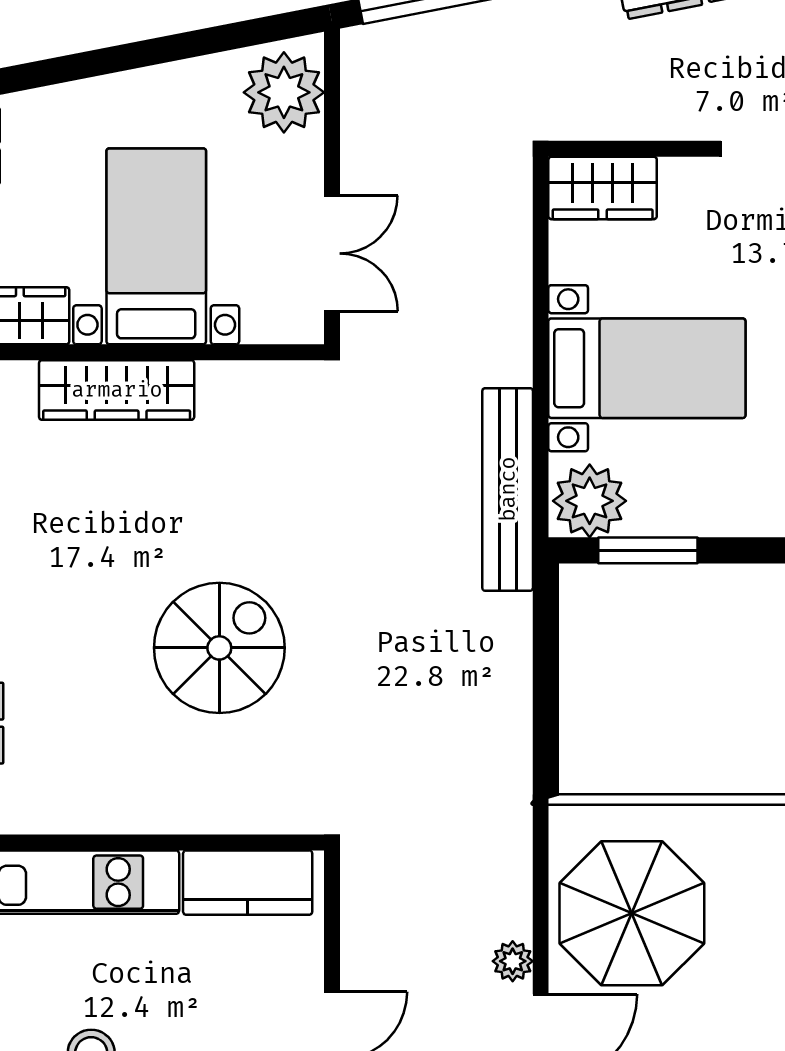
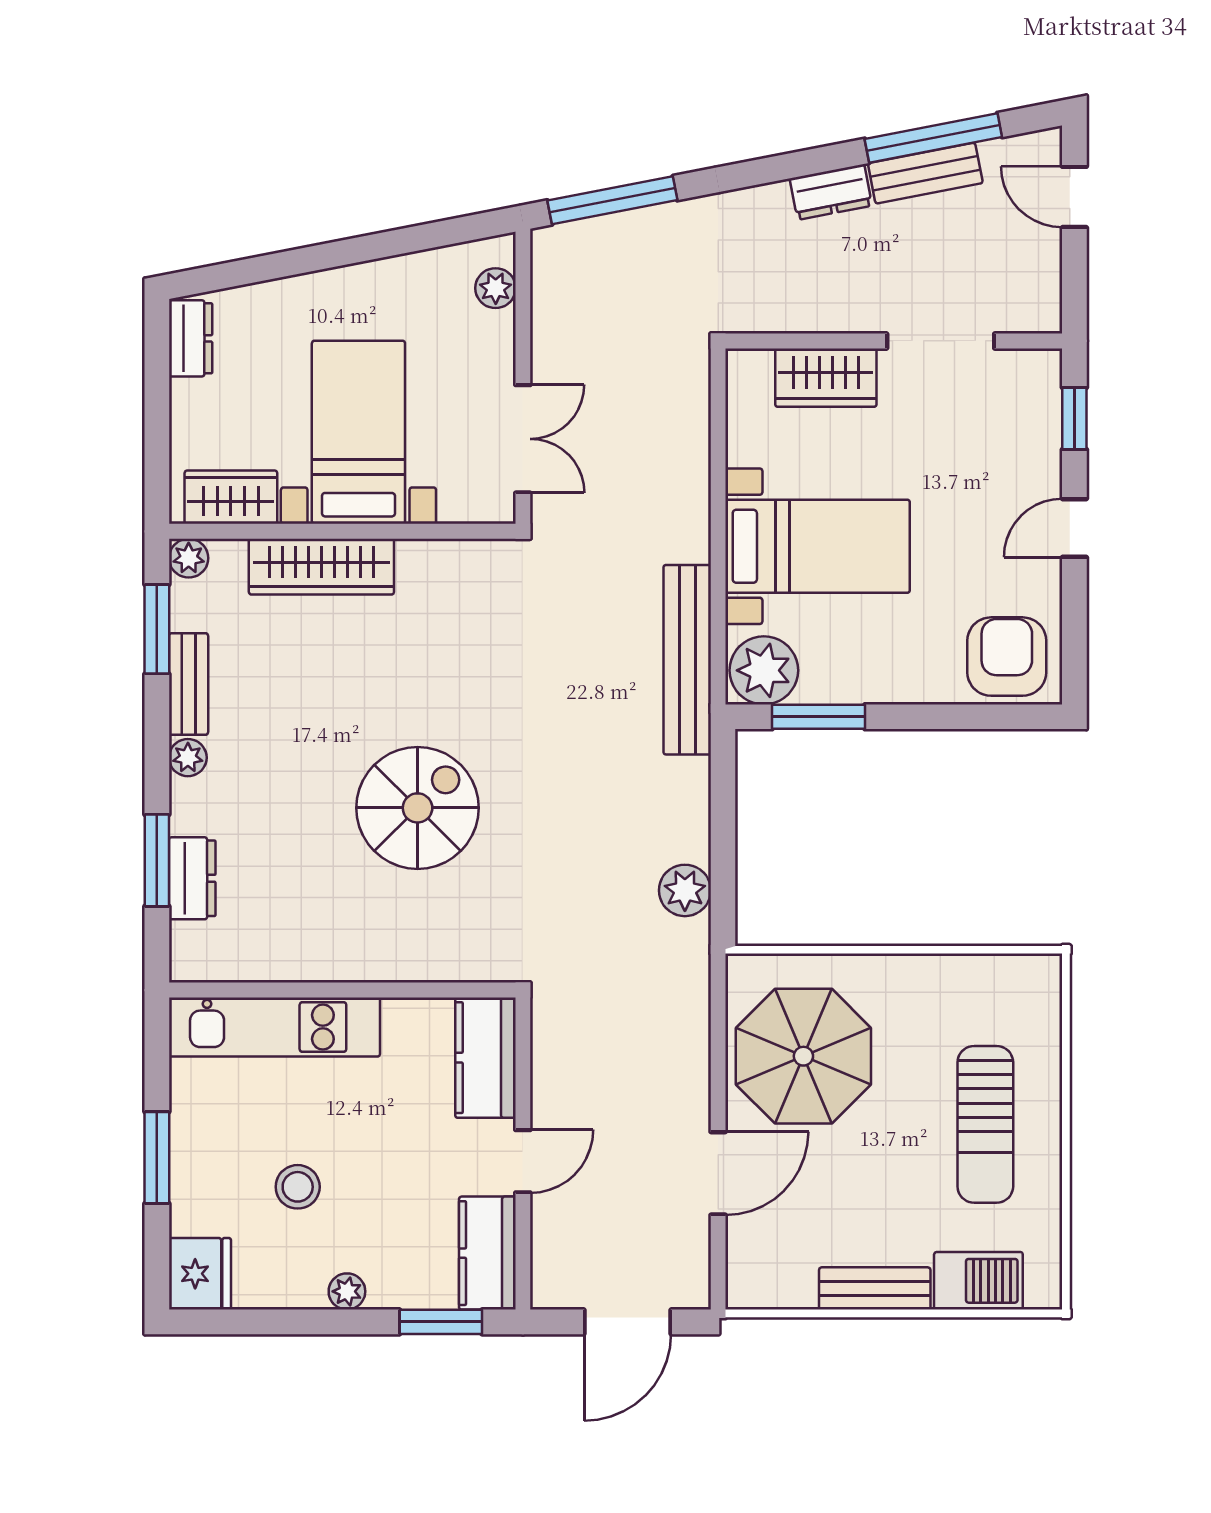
plant: (284, 92) -> (496, 288), width x0.53, depth x0.53
wardrobe: (603, 188) -> (826, 378), moved
kitchen counter: (248, 883) -> (485, 1058), moved, turned 90
plant: (513, 961) -> (685, 890), moved, width x1.38, depth x1.38

